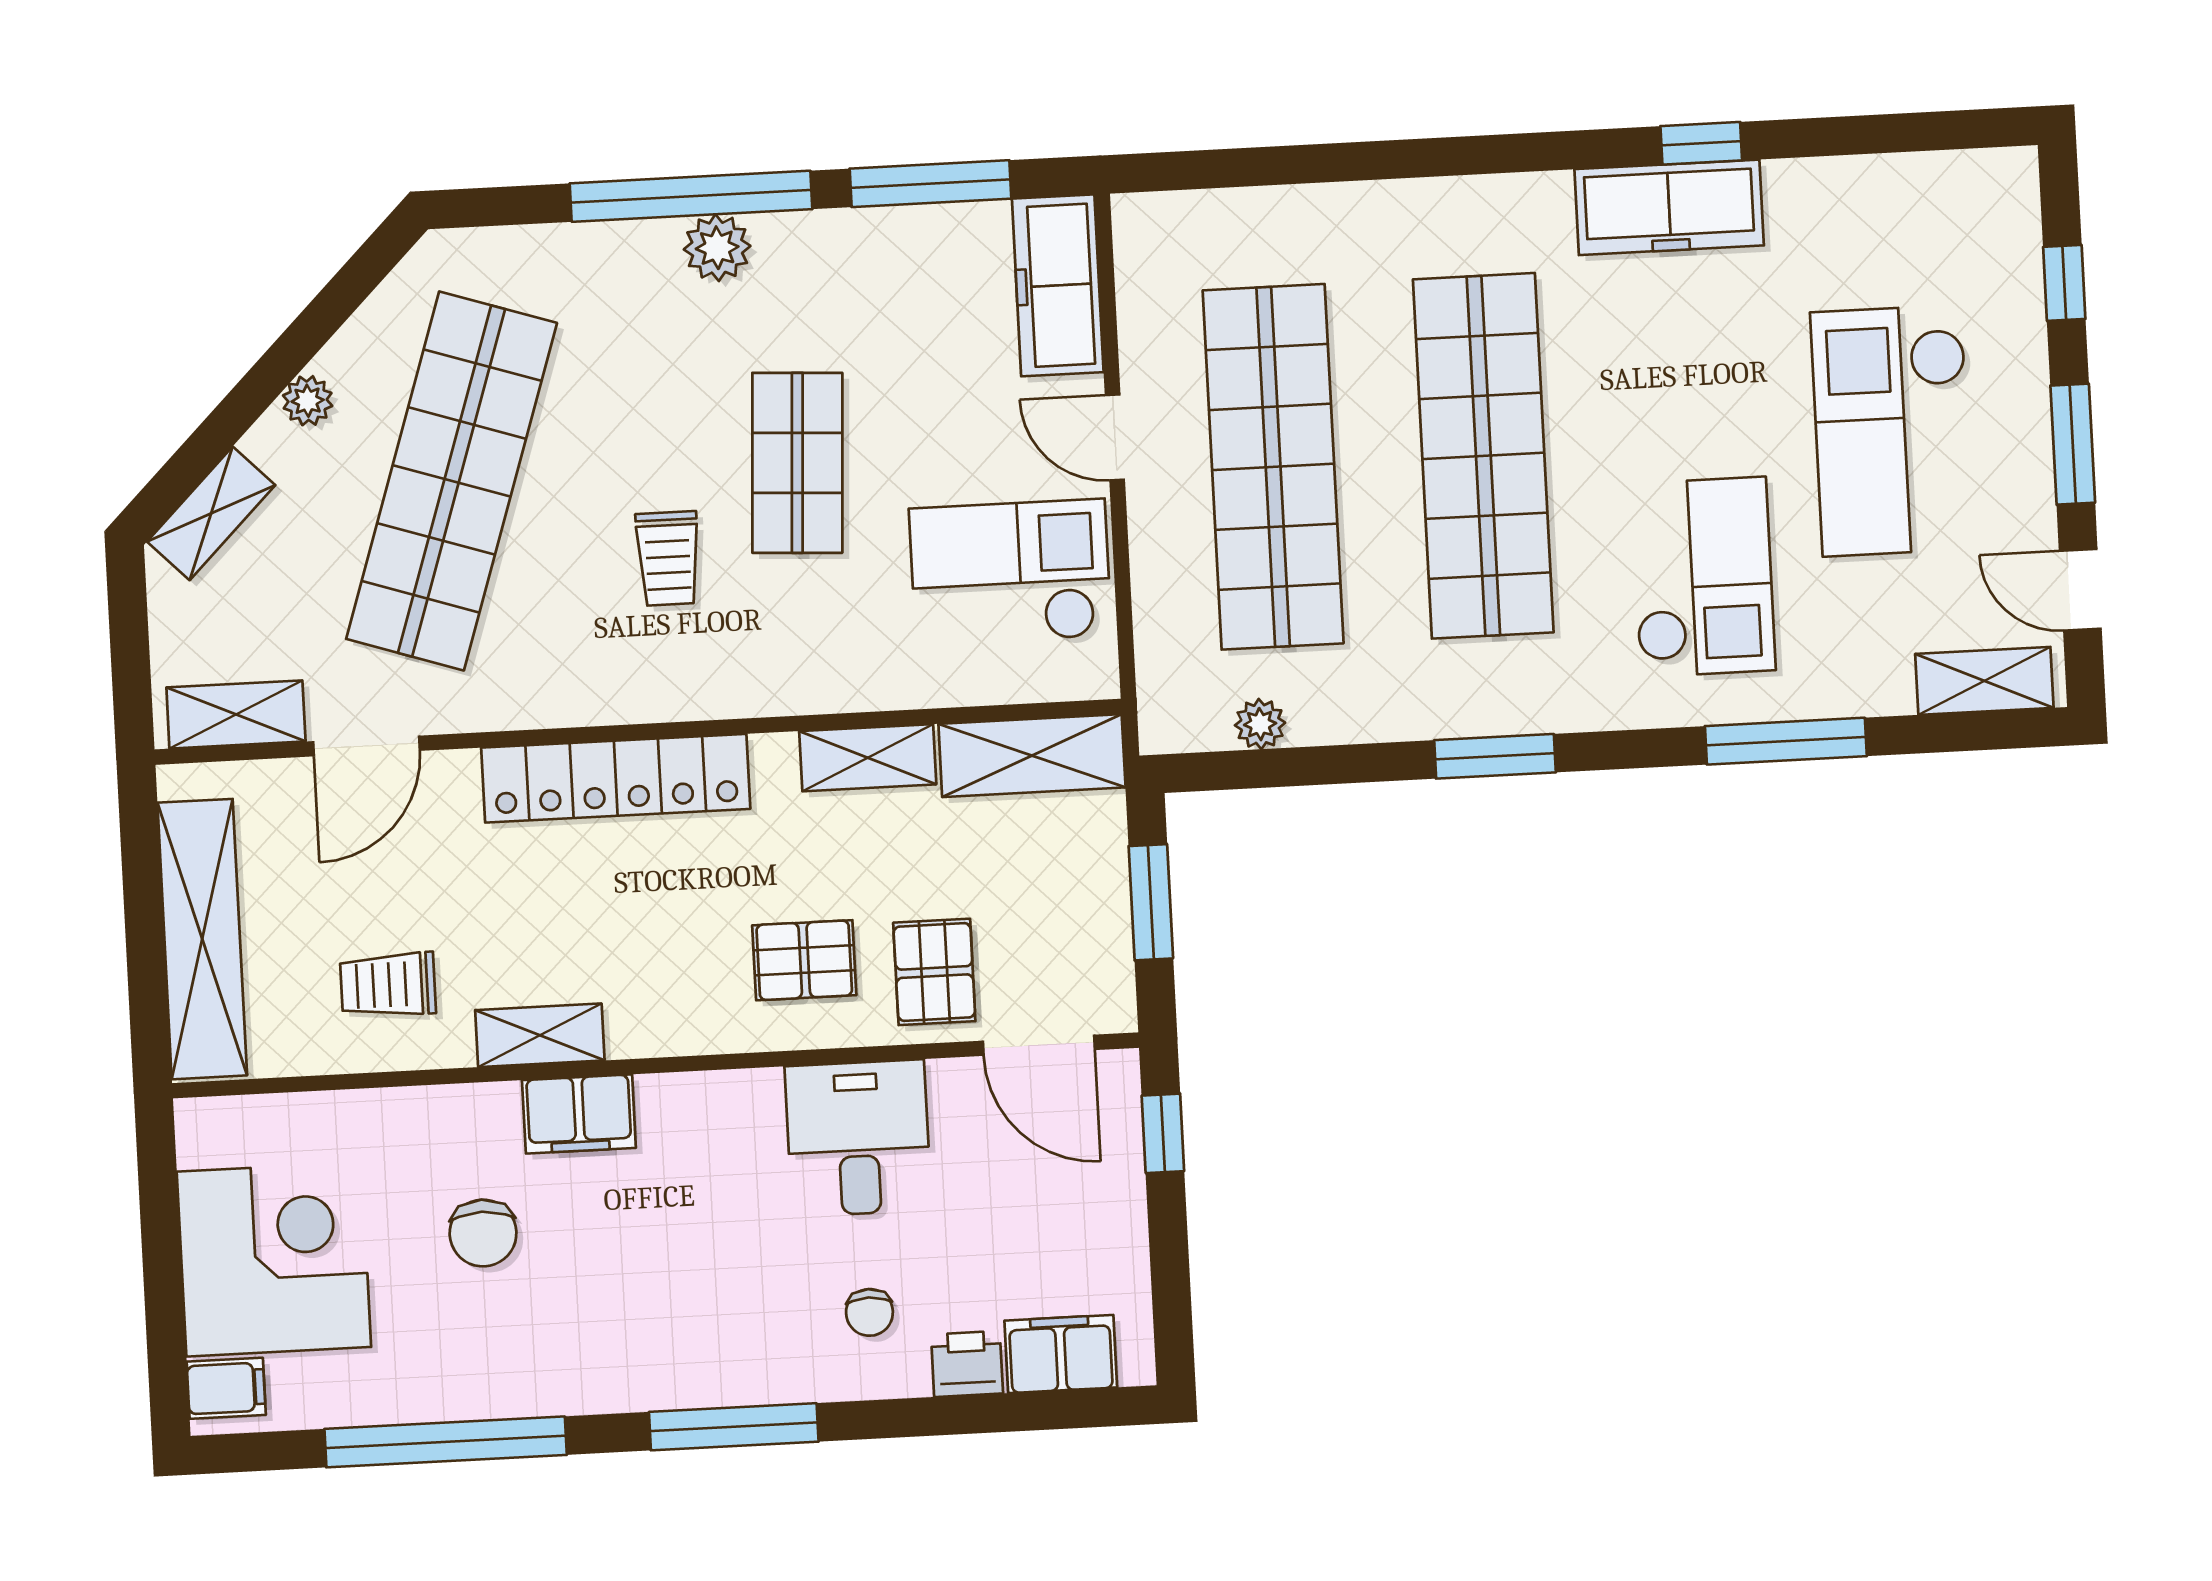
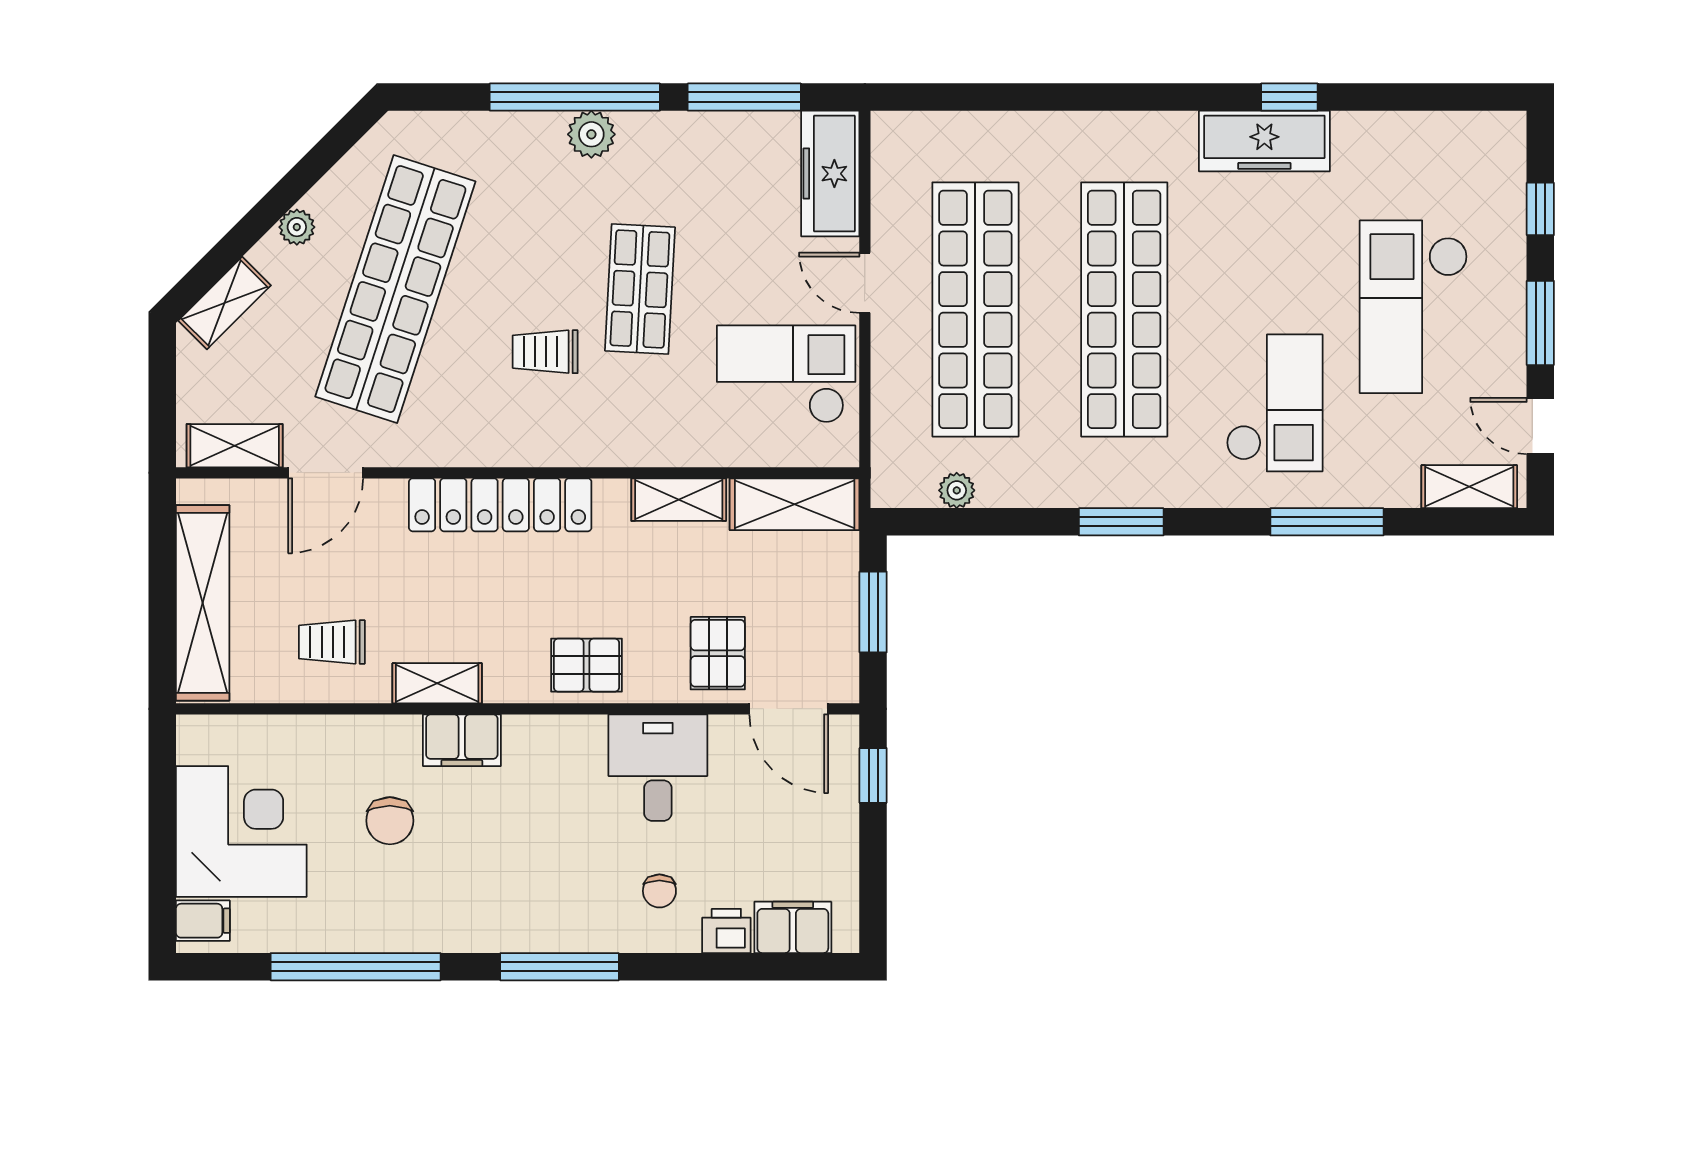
trolley: (668, 558) -> (545, 352), turned 90
pallet: (804, 960) -> (586, 665), moved

